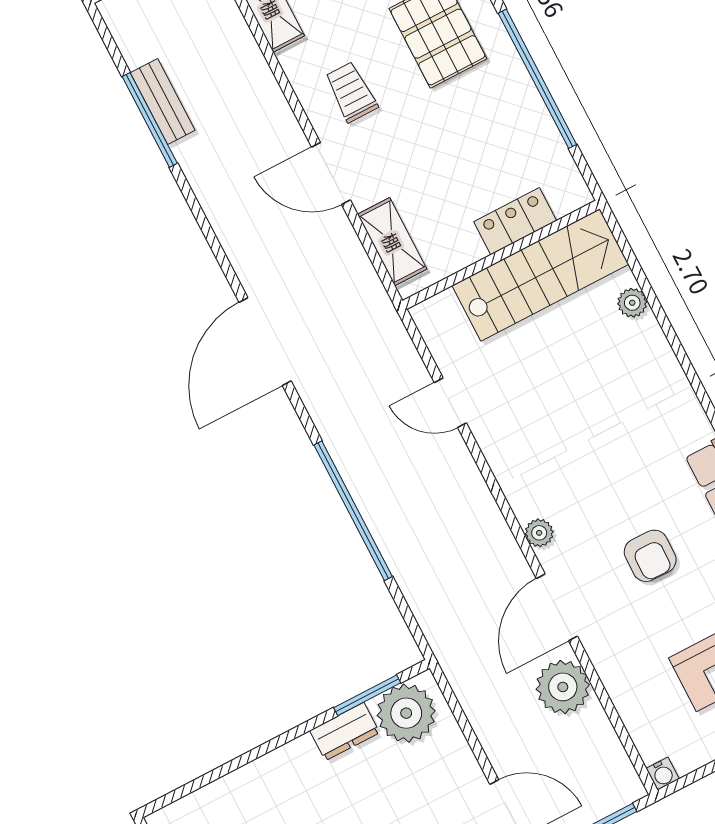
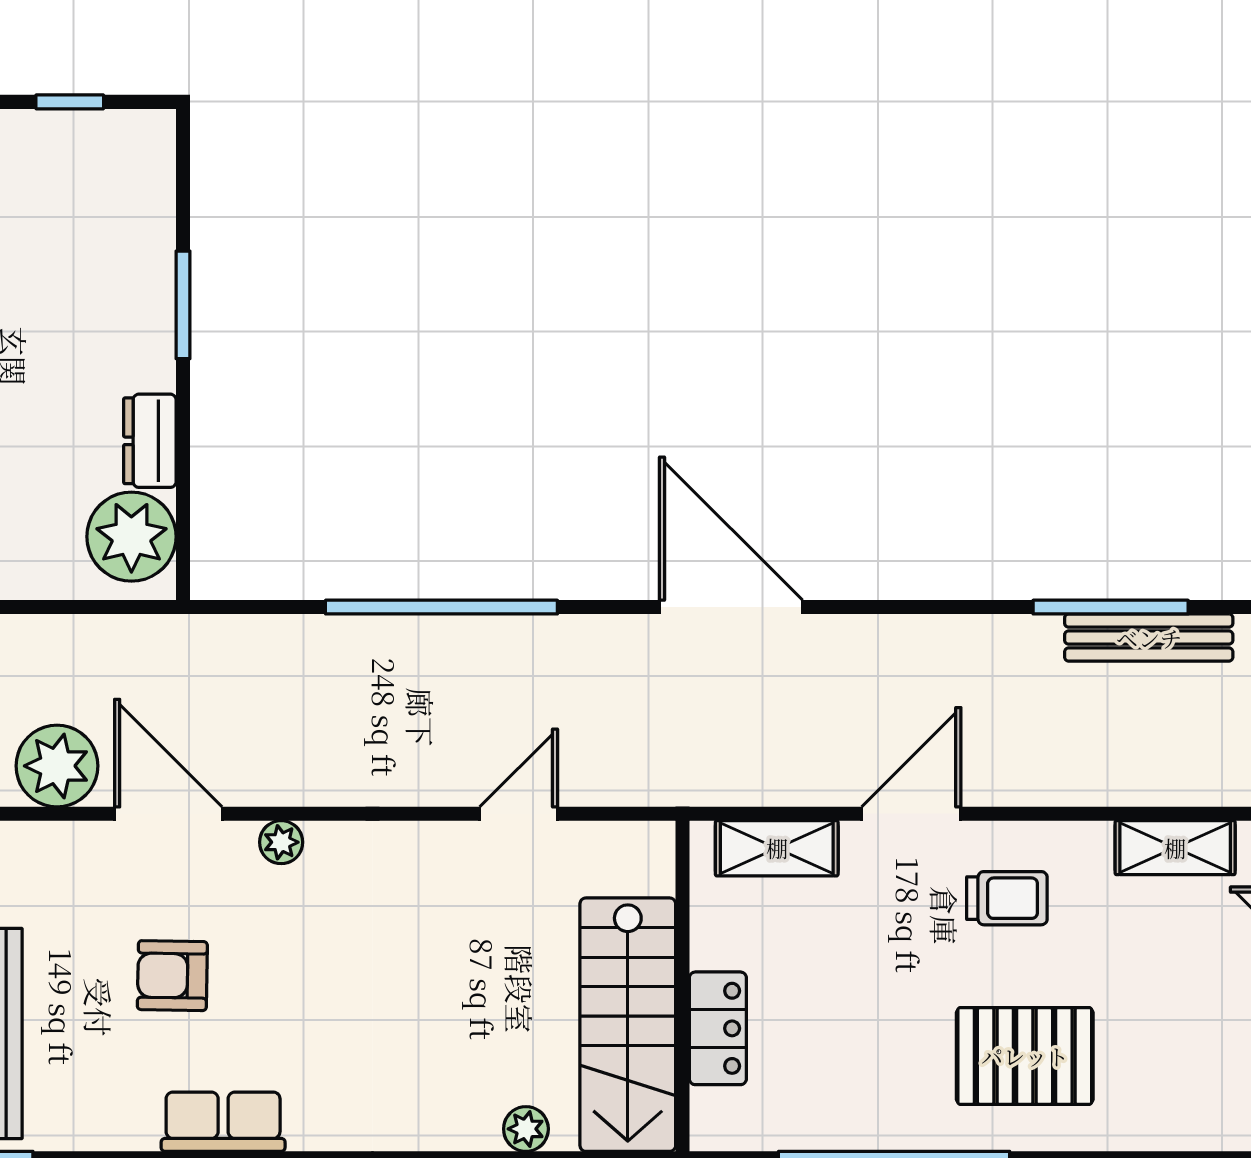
bench: (163, 102) -> (1149, 638), width x1.36
window: (367, 695) -> (183, 305), moved

